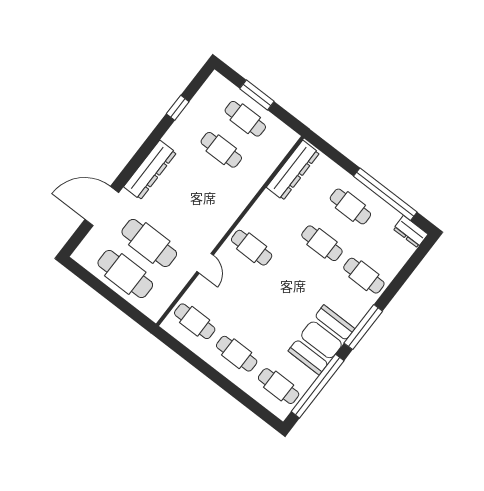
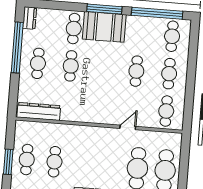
cafe table: (252, 248) -> (136, 71), moved
booth: (321, 340) -> (104, 27), moved

